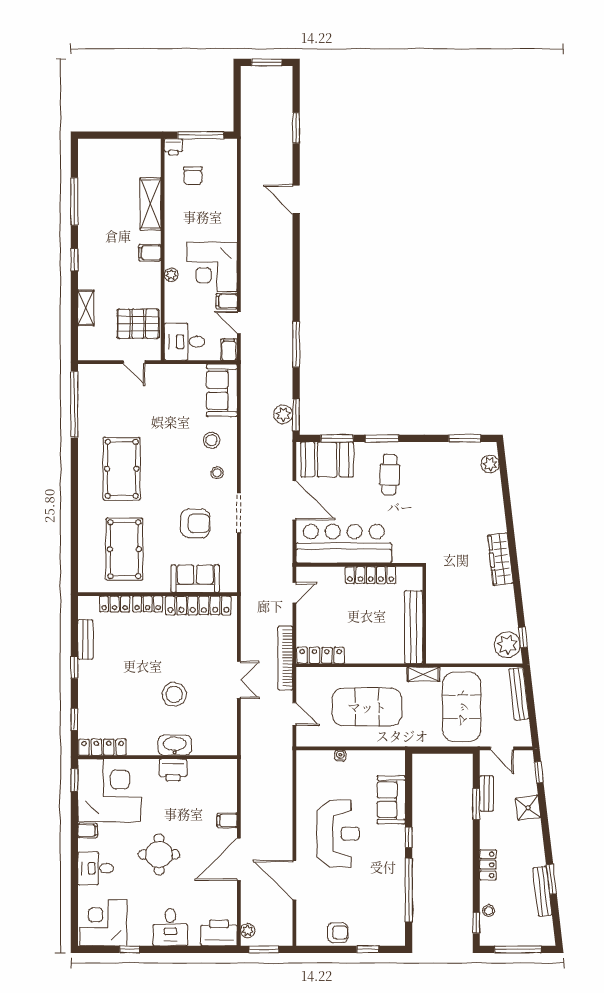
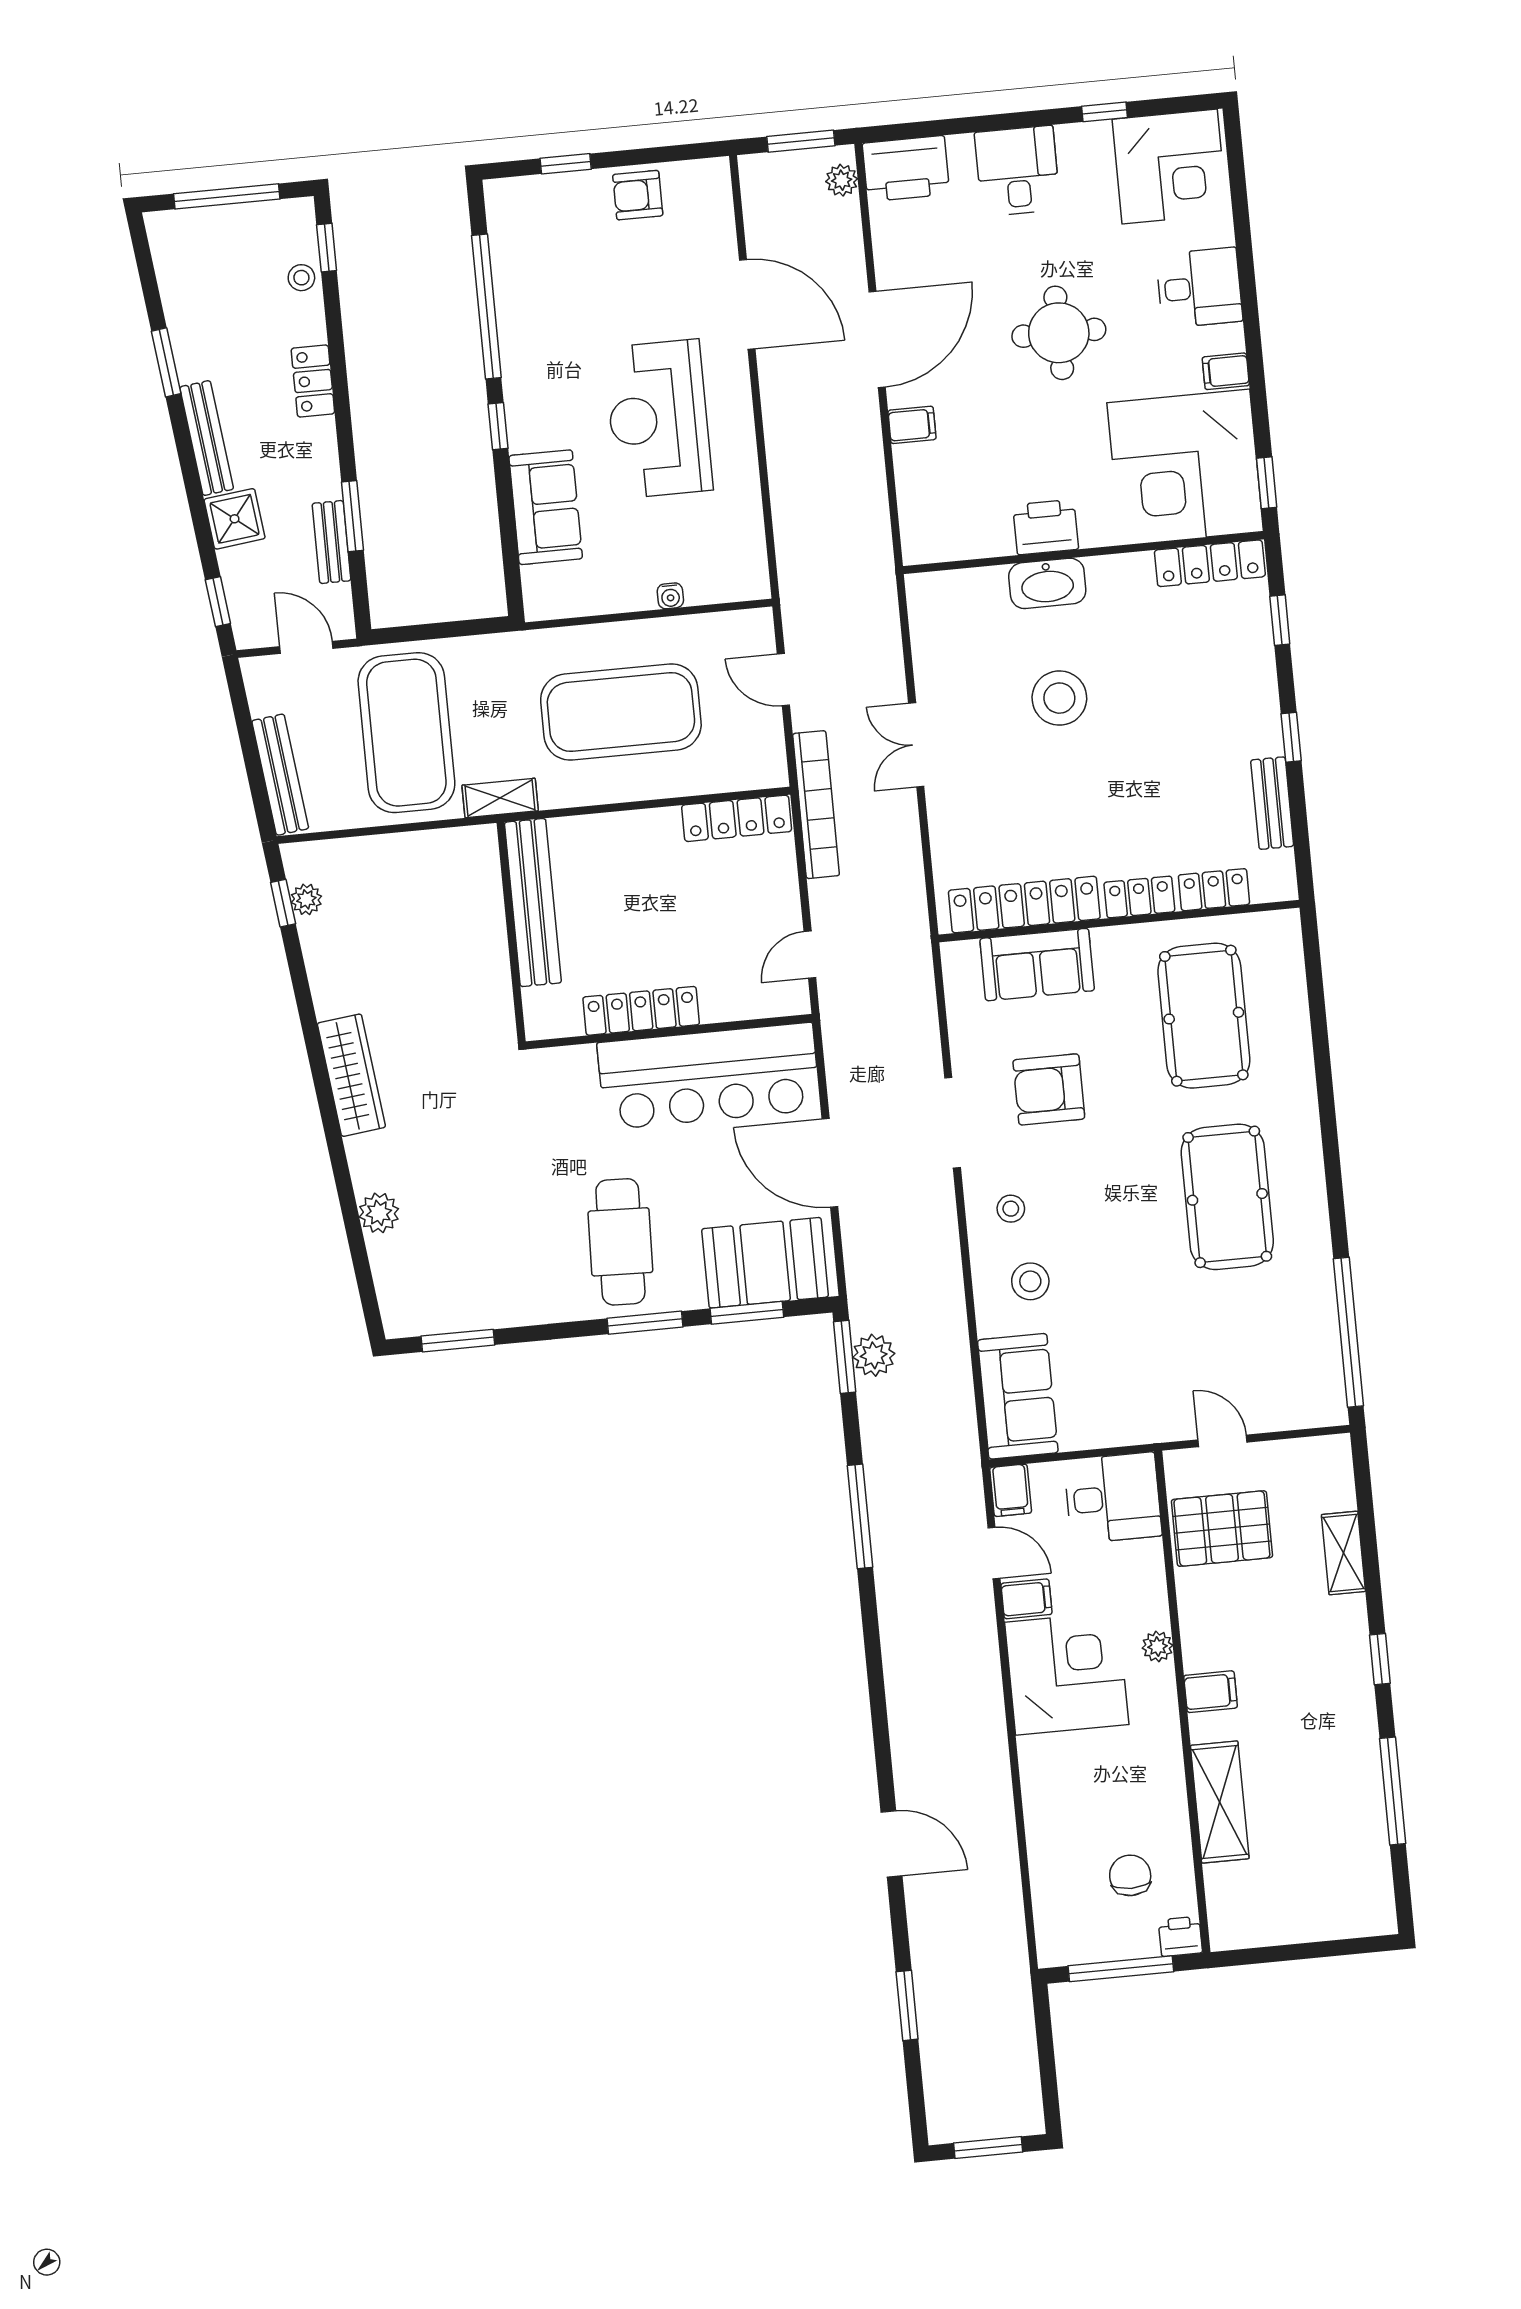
plant: (490, 464) -> (379, 1213), moved
cafe table: (389, 475) -> (620, 1242), width x1.37, depth x1.35
plant: (507, 645) -> (306, 899), width x0.53, depth x0.53
bench: (542, 891) -> (207, 438), moved

